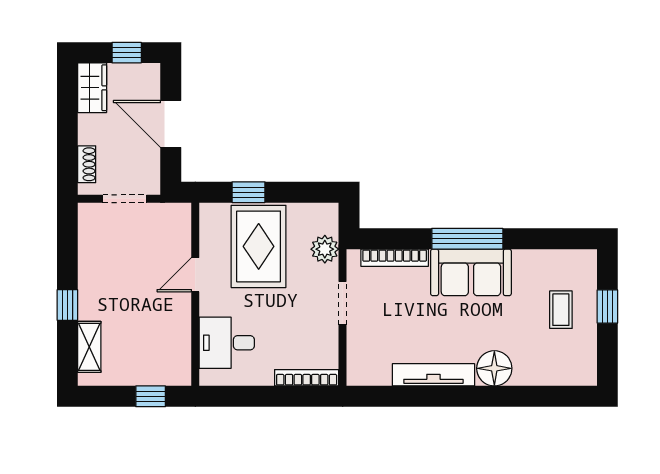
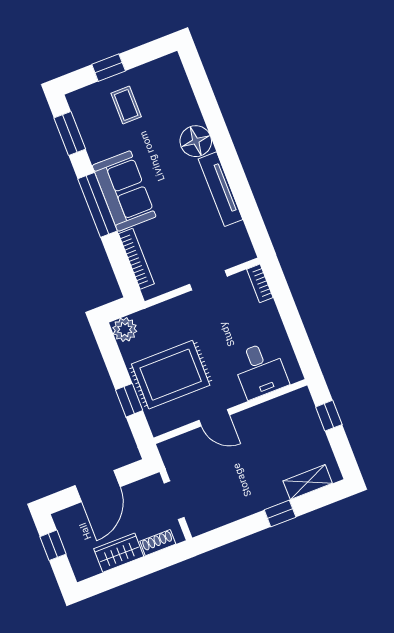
wardrobe: (92, 88) -> (119, 553), moved
window: (554, 239) -> (70, 133), added
plant: (325, 249) -> (125, 330), moved
doorway: (343, 303) -> (208, 280), moved
coffee table: (561, 310) -> (126, 105), turned 90
bookcase: (307, 378) -> (260, 283), width x0.64

